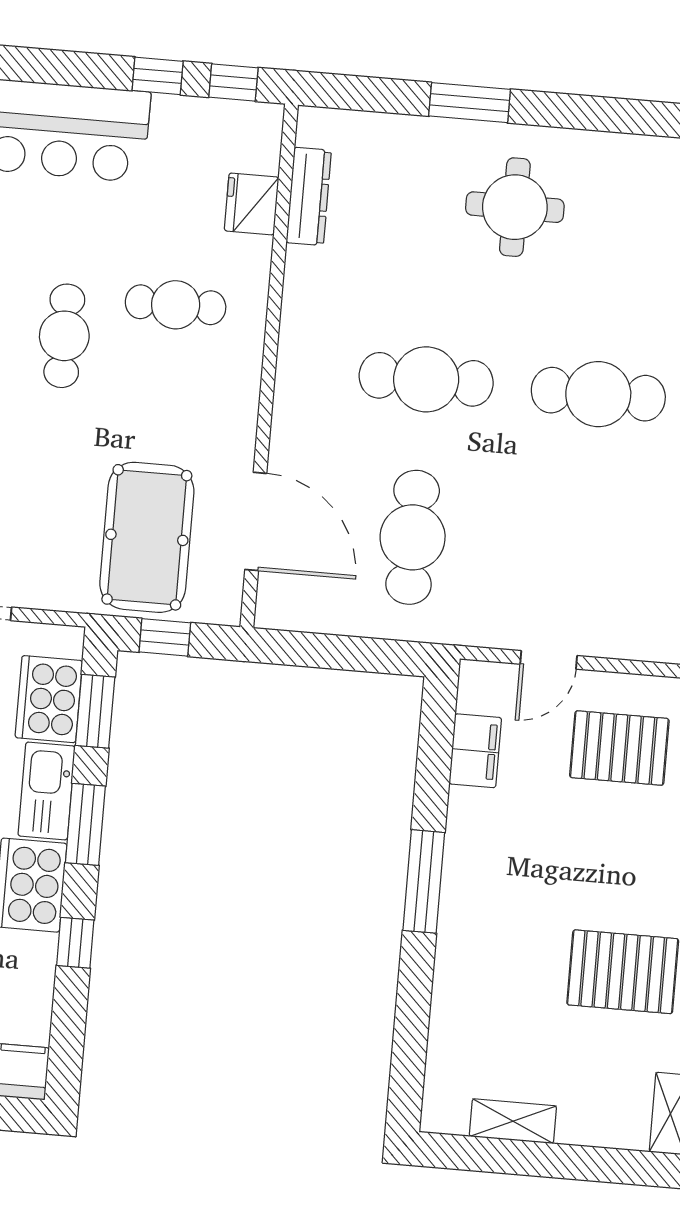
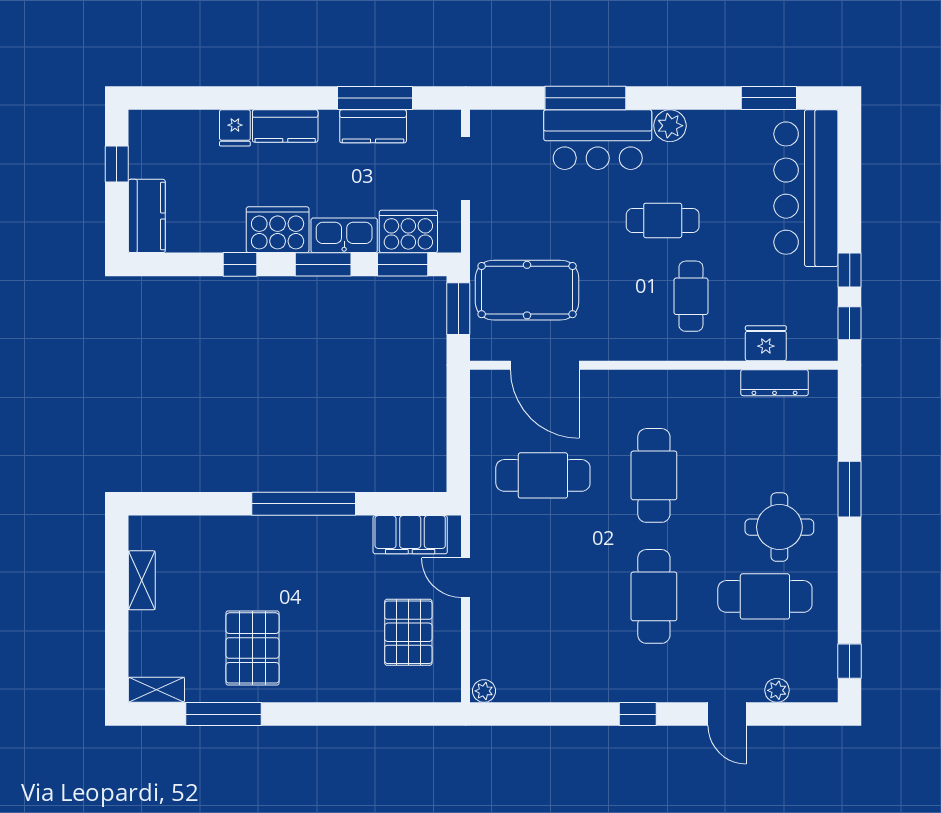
cafe table: (612, 236) -> (765, 596), added
door: (256, 521) -> (545, 365), hinge flipped
window: (165, 637) -> (458, 309), width x1.50
filing cabinet: (475, 751) -> (410, 535), width x1.50, depth x1.17
window: (424, 881) -> (304, 504), width x1.46

